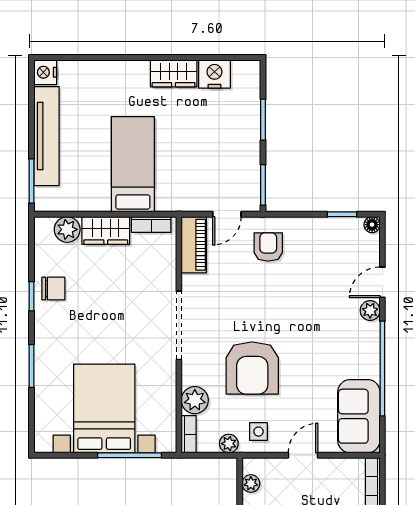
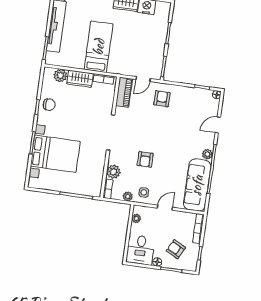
plant: (370, 311) -> (207, 154), moved
armchair: (252, 368) -> (145, 159), width x0.53, depth x0.53
bed with nightstands: (104, 408) -> (55, 154), moved, turned 90
sofa: (359, 416) -> (197, 185), width x1.36

